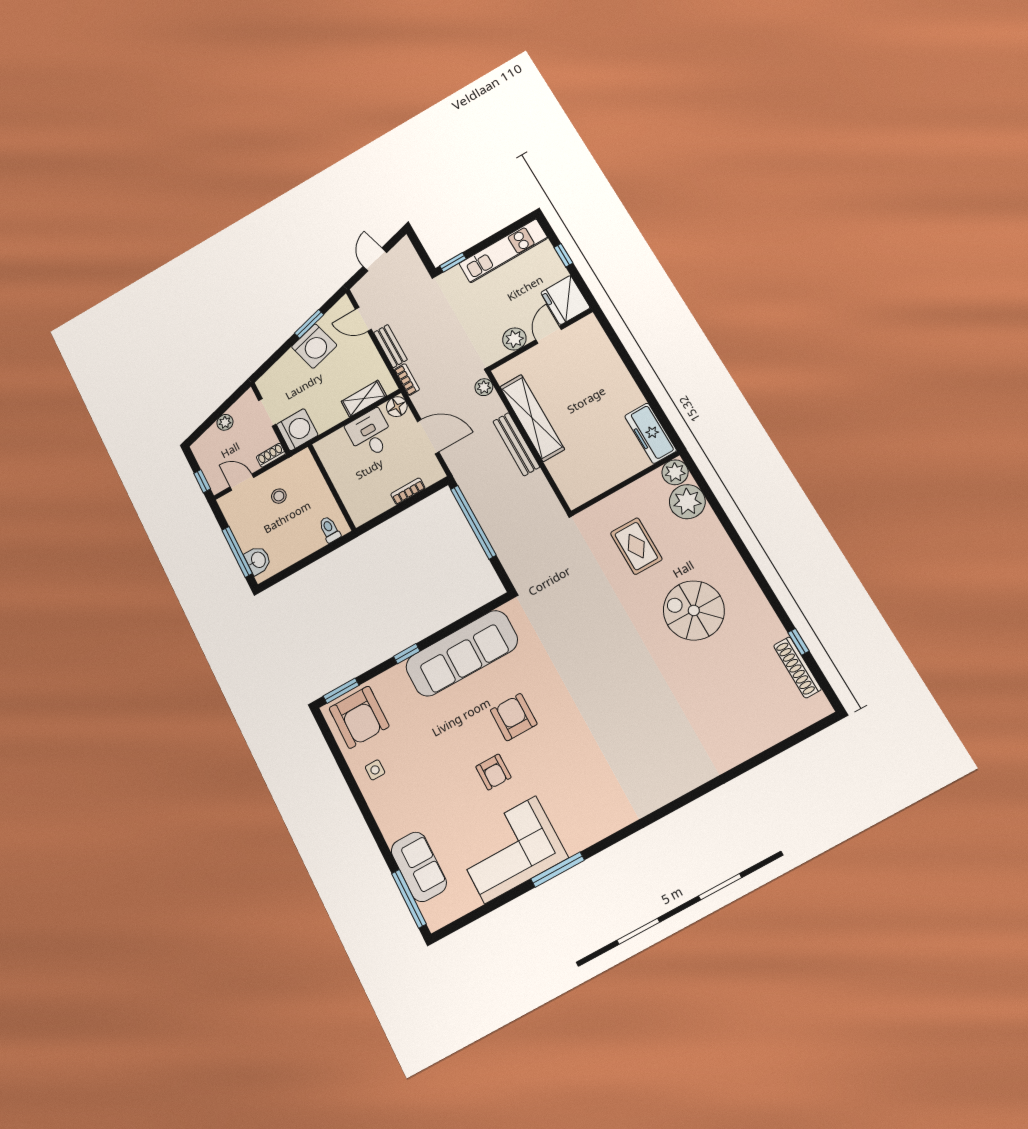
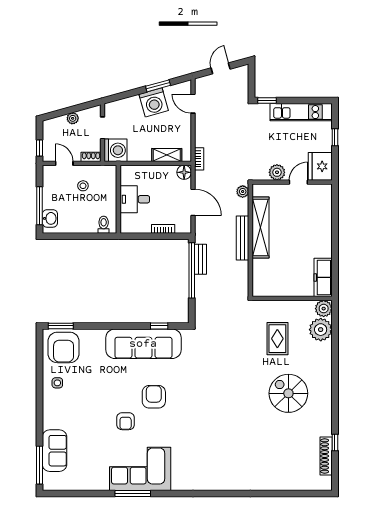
bench: (390, 346) -> (201, 259), moved
desk: (370, 434) -> (135, 199), moved, turned -90
window: (407, 654) -> (159, 326), moved
corner sofa: (510, 850) -> (140, 469), moved

